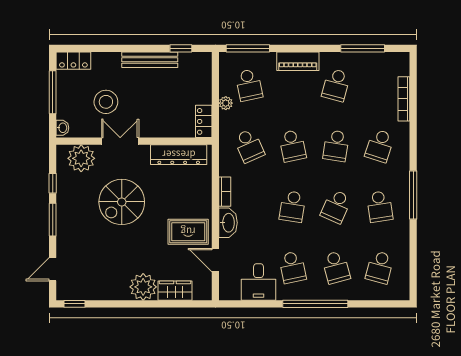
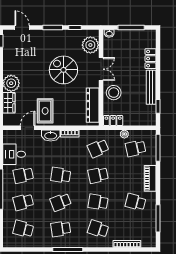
locker: (73, 61) -> (151, 59), moved
stool: (106, 102) -> (114, 93), moved
school desk: (336, 207) -> (61, 202), turned -45

